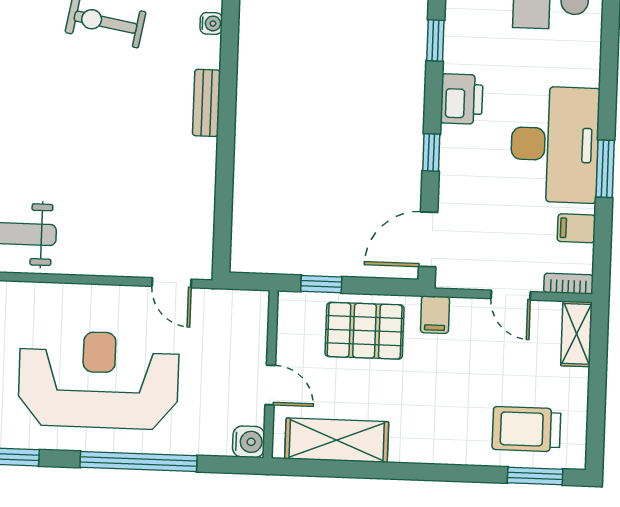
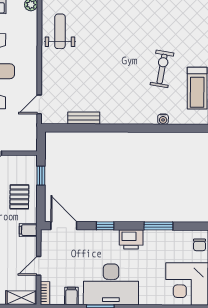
window: (435, 41) -> (158, 226), width x1.50
bench: (206, 103) -> (84, 118), moved
pallet: (365, 331) -> (19, 197), width x0.67, depth x0.71

